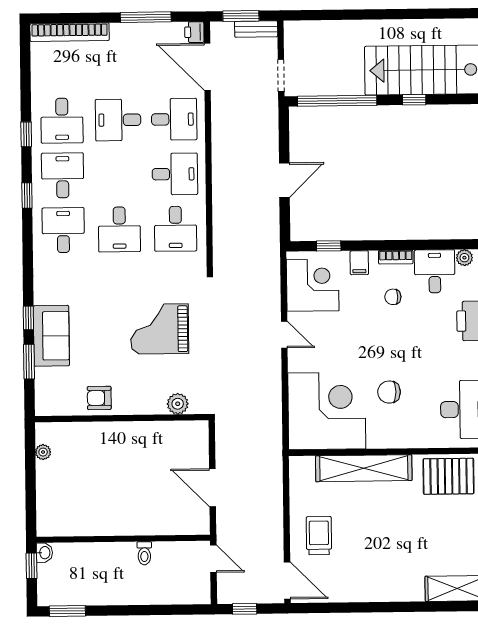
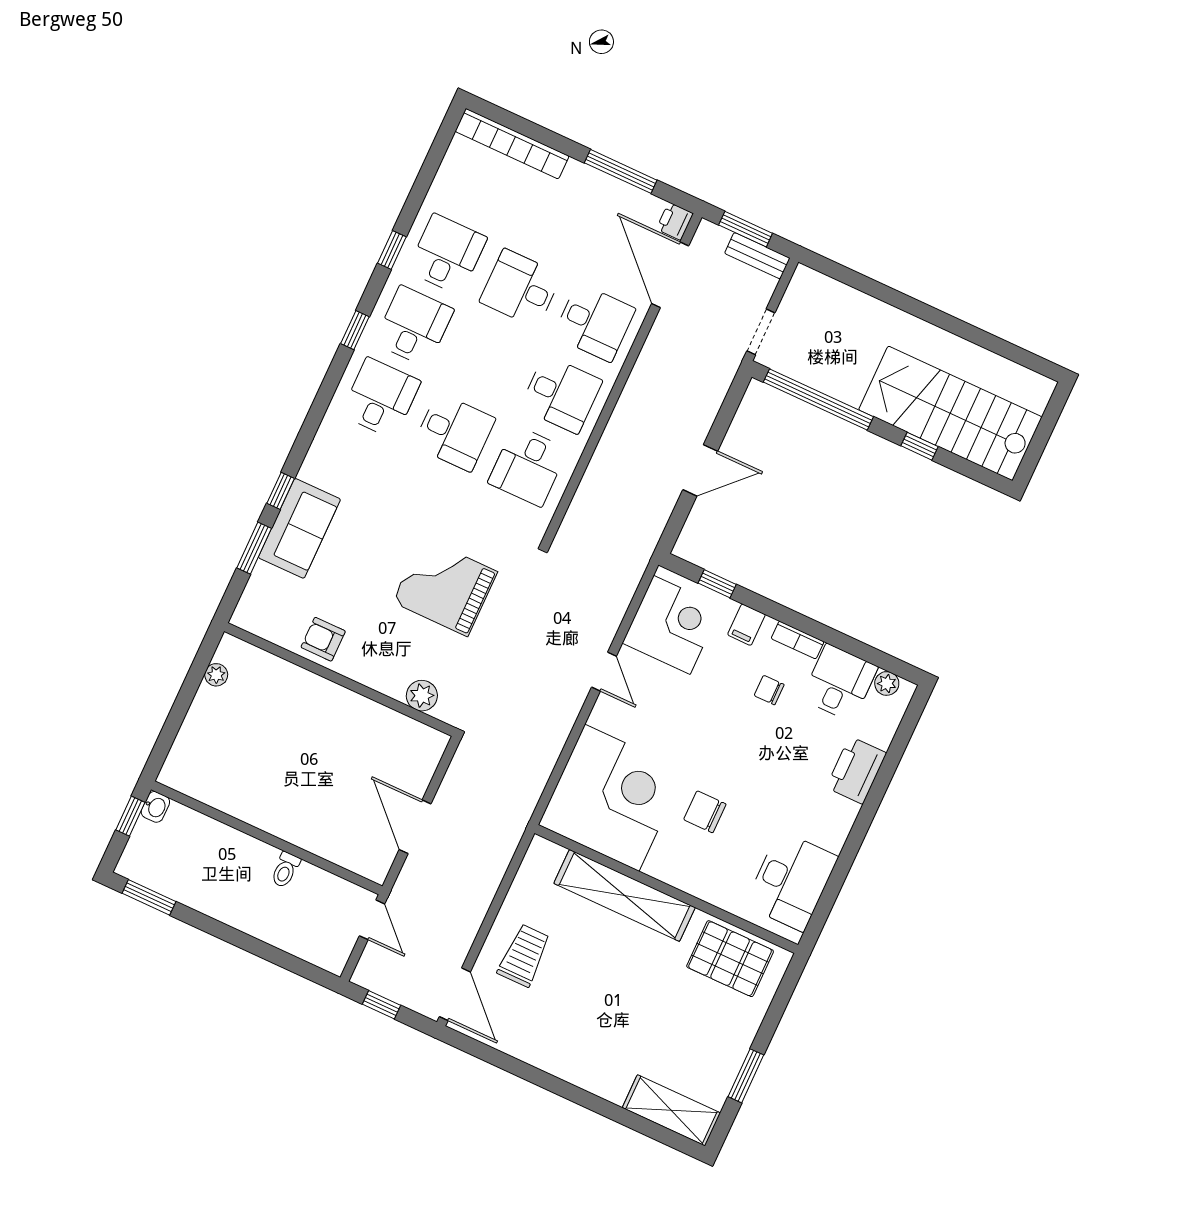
desk: (62, 121) -> (447, 254), turned 180
desk: (119, 229) -> (454, 432), turned -90

